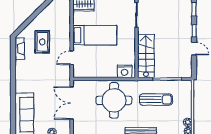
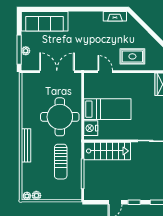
bed: (95, 35) -> (107, 109), moved, turned -90
rug: (42, 42) -> (132, 56), moved

